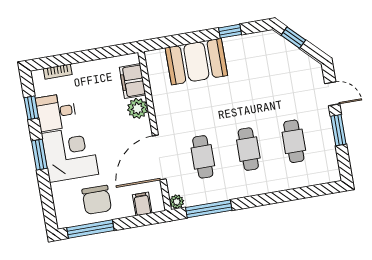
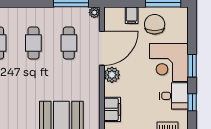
plant: (138, 108) -> (112, 75), moved
filing cabinet: (142, 204) -> (132, 15), moved

